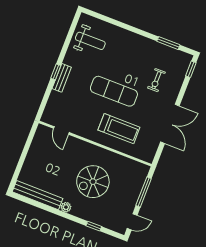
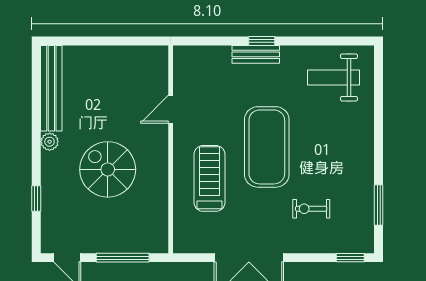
weight bench: (90, 41) -> (333, 77), turned 90
exercise mat: (114, 91) -> (267, 147), width x1.47
treadmill: (119, 129) -> (209, 178), turned 180
door: (61, 130) -> (171, 109), moved

